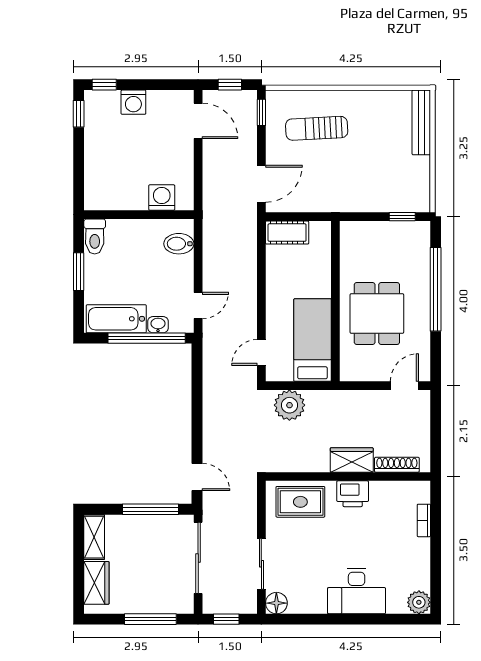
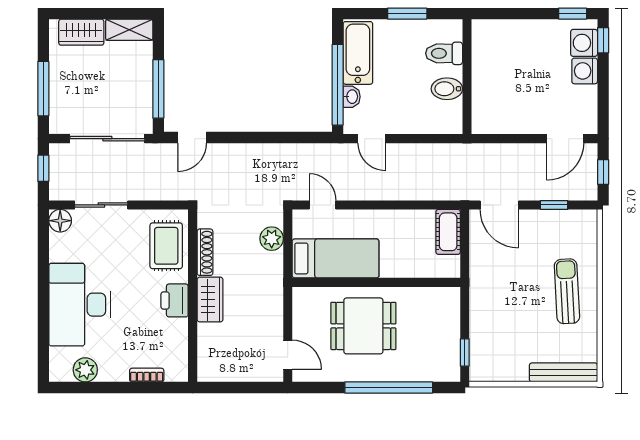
window: (261, 112) -> (554, 205), moved
sun lounger: (317, 128) -> (567, 291), moved
washing machine: (162, 198) -> (584, 43), moved, turned 180
toilet: (95, 236) -> (444, 53), moved
bidet: (179, 244) -> (447, 89), moved, turned -90
plant: (289, 405) -> (272, 239), width x0.73, depth x0.73
shoe rack: (397, 465) -> (205, 252), moved
desk: (357, 591) -> (80, 305), width x1.36, depth x1.30
plant: (419, 602) -> (85, 370), moved

